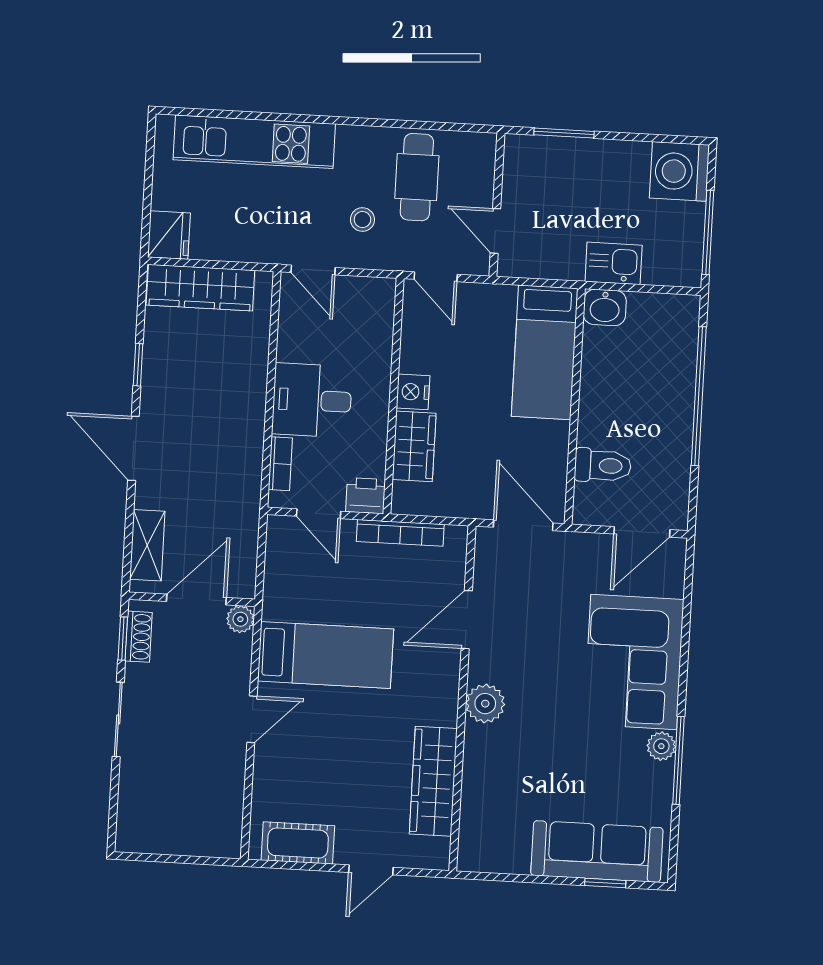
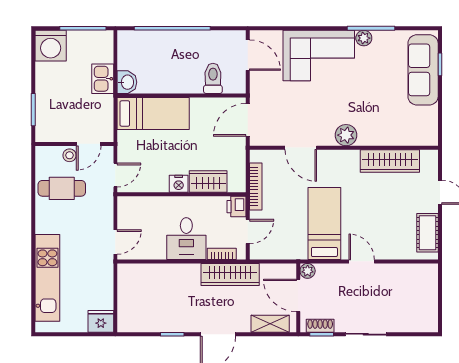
stool: (362, 220) -> (69, 155), moved
wardrobe: (200, 288) -> (230, 275), moved, turned 90

